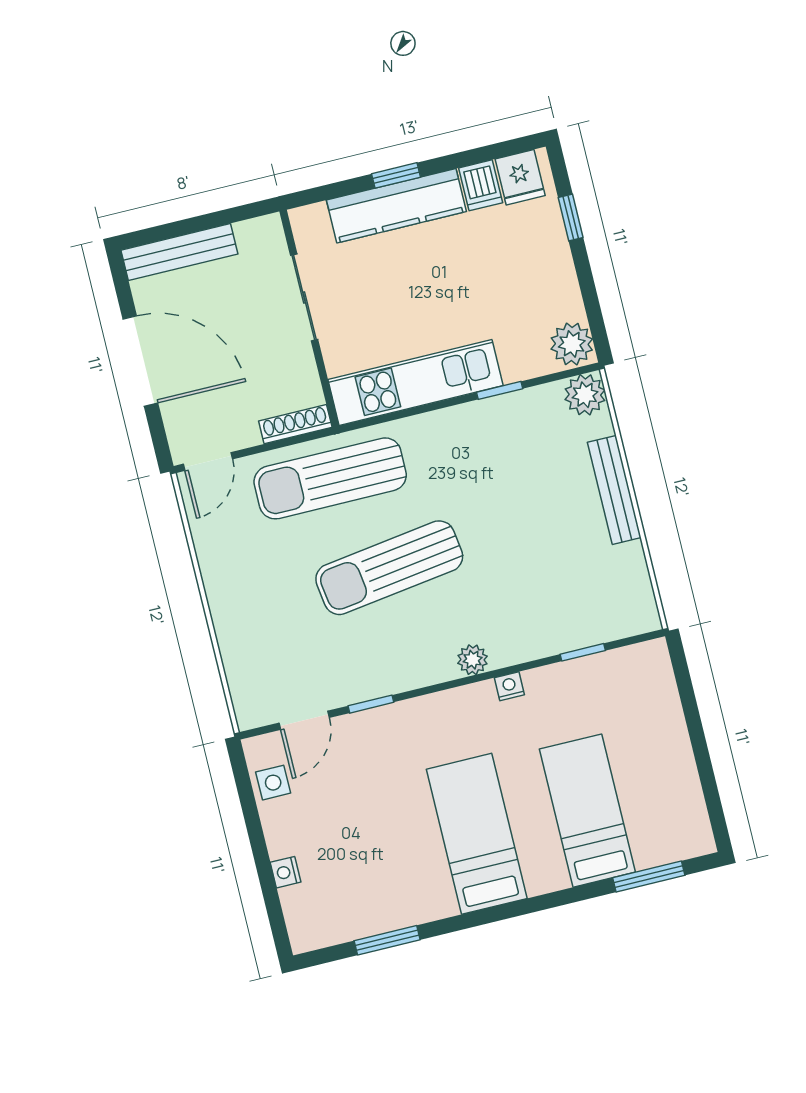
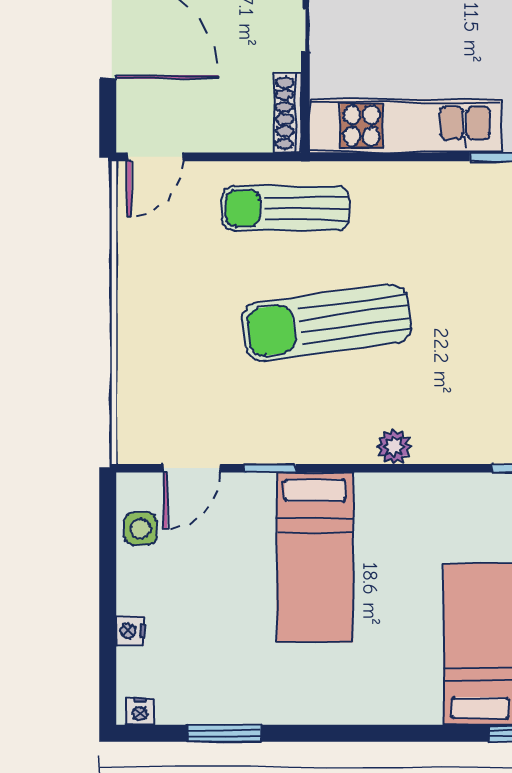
shoe rack: (295, 424) -> (288, 113), moved, turned -90
sun lounger: (330, 478) -> (286, 208), width x0.73, depth x0.75
nightstand: (509, 686) -> (140, 711), moved, turned 180
bed: (477, 834) -> (315, 557), moved, turned 180

